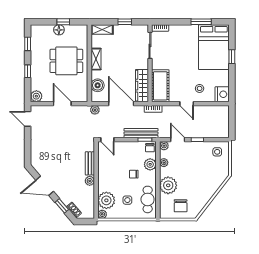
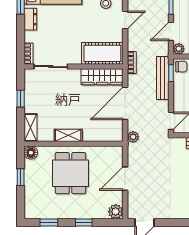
dresser: (187, 29) -> (30, 19), added
floor lamp: (59, 30) -> (31, 153), moved
boiler: (98, 85) -> (102, 133), removed

